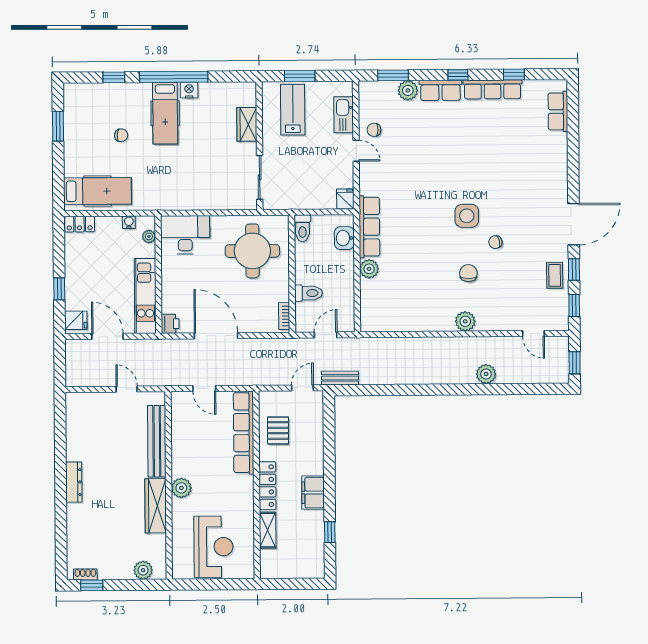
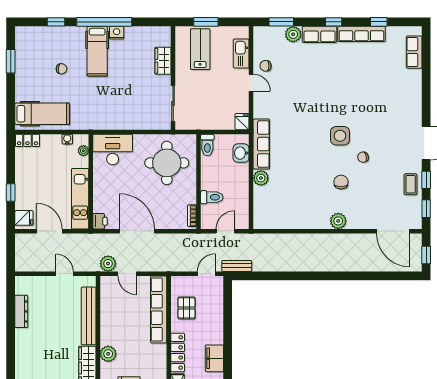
door: (533, 334) -> (393, 231), width x1.87
plant: (486, 374) -> (108, 264), moved
dresser: (74, 482) -> (21, 311), moved

